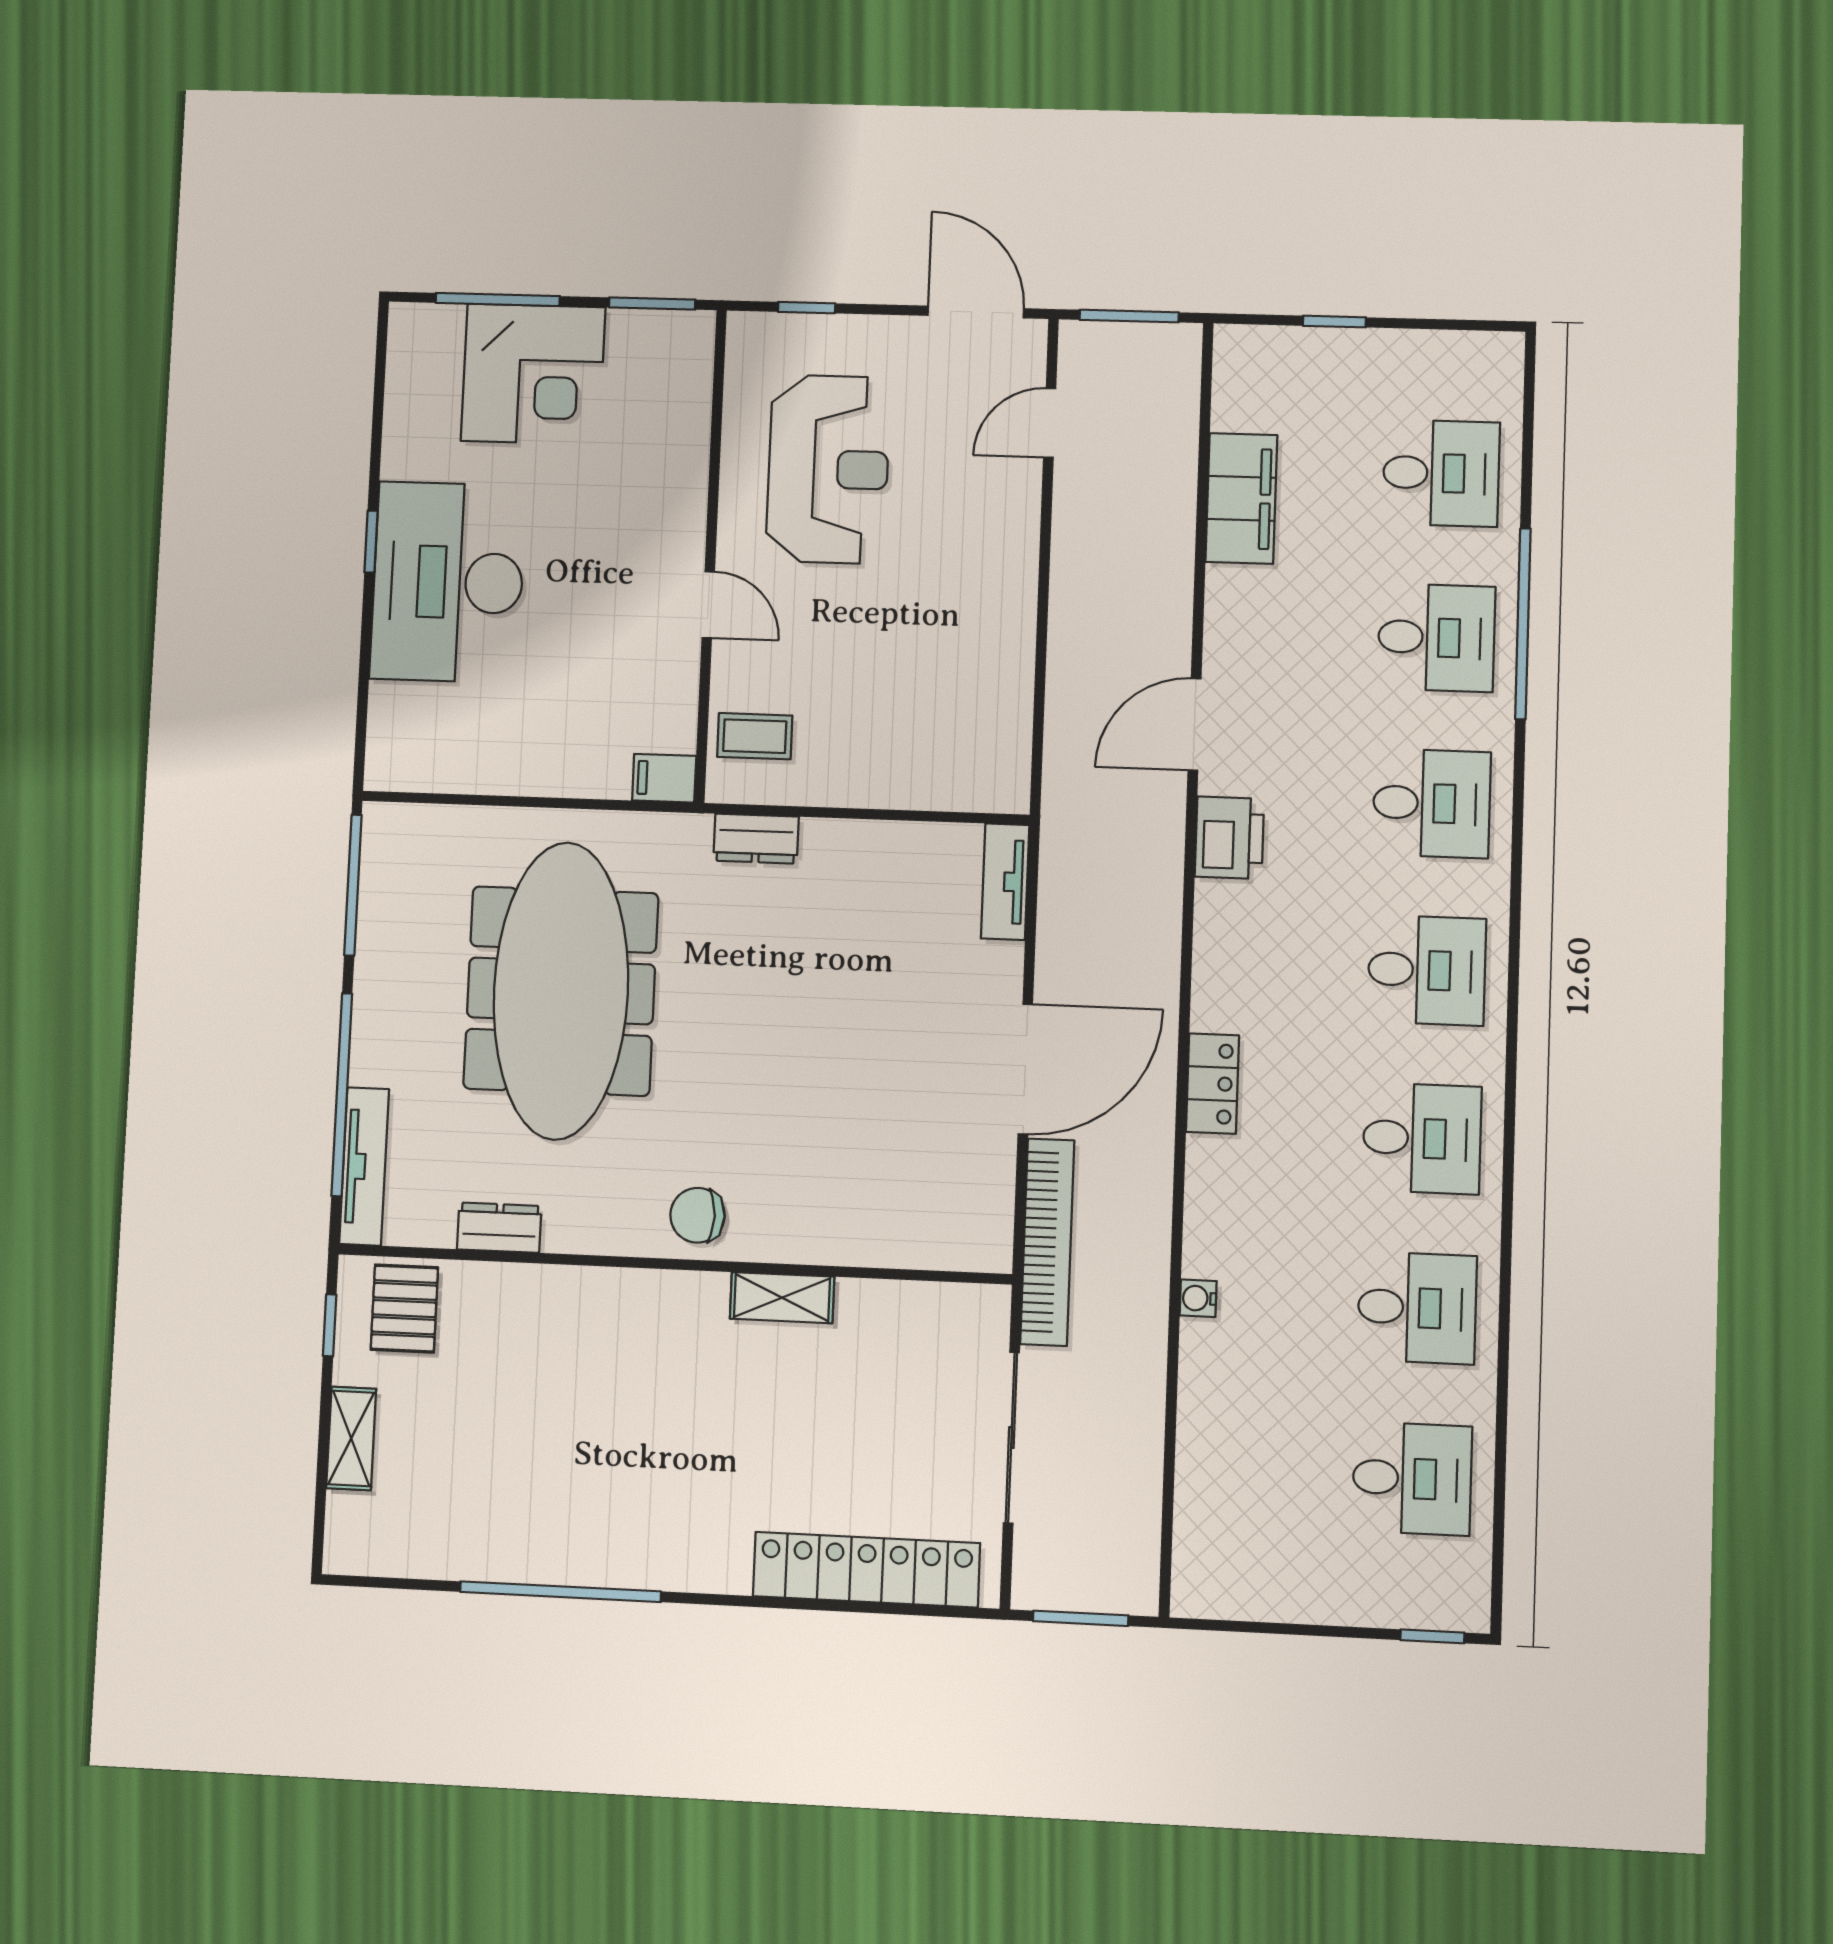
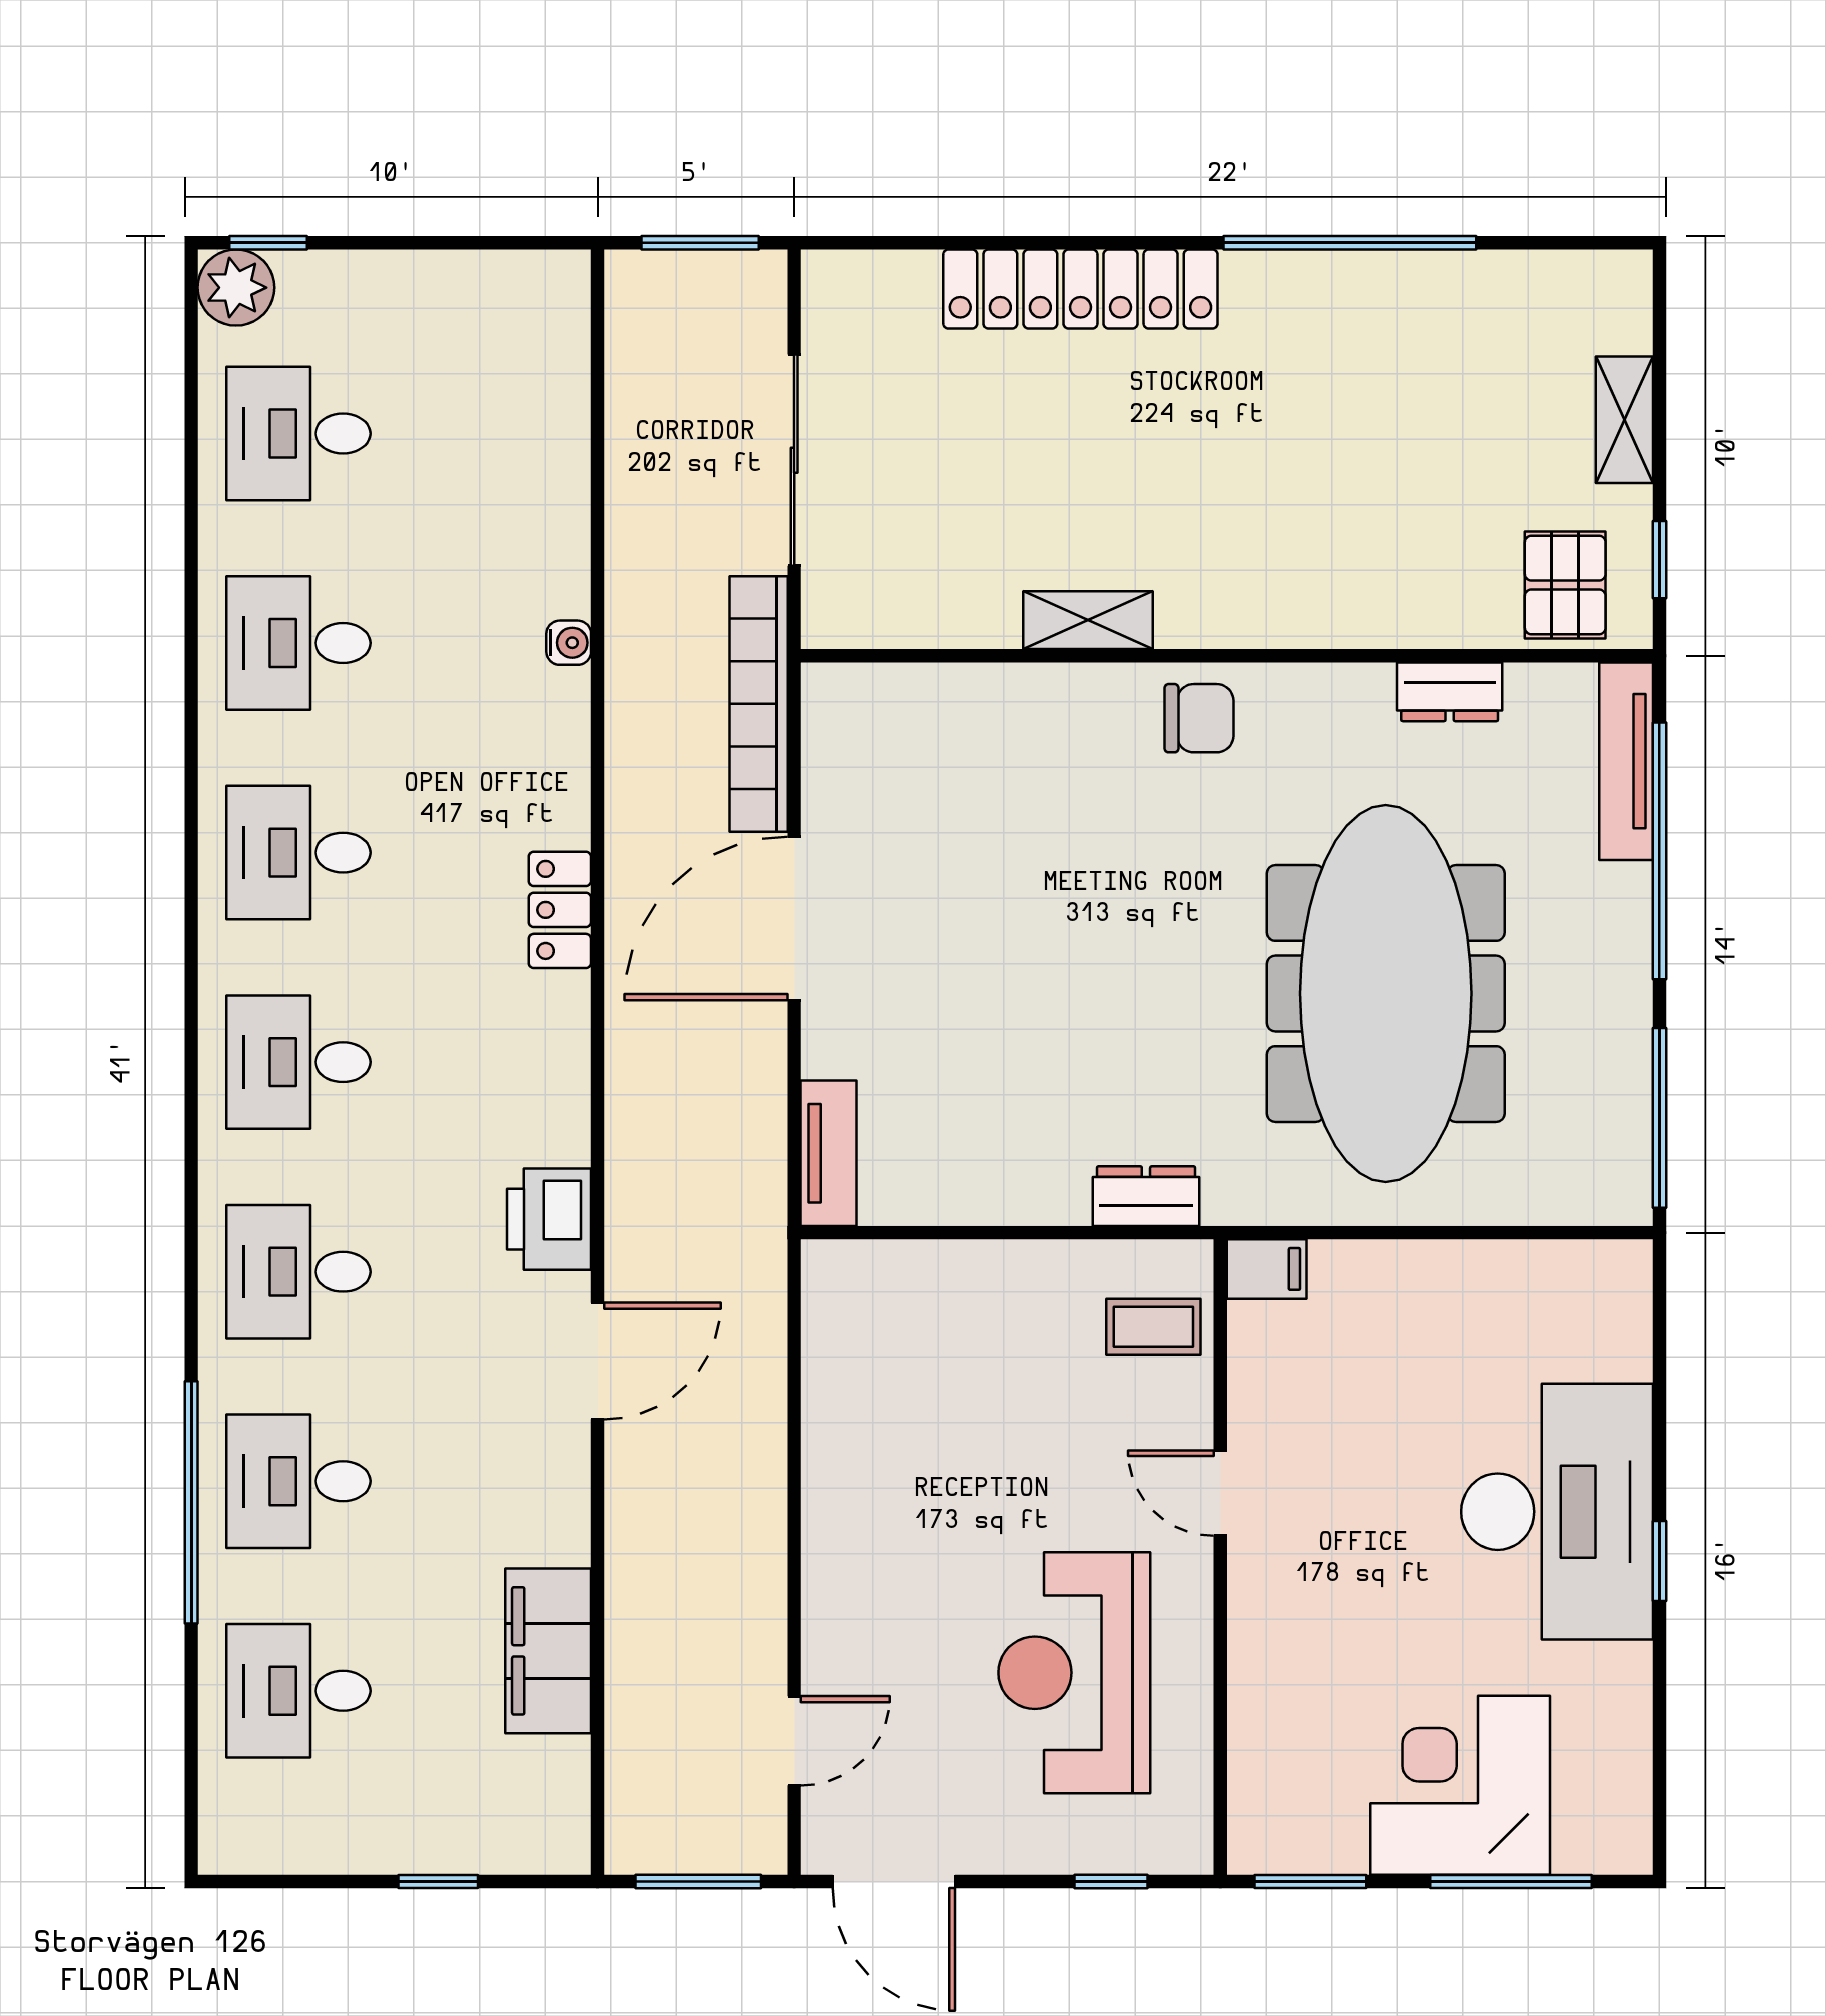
locker: (866, 1570) -> (1080, 289), moved
plant: (1460, 1601) -> (236, 288), added

